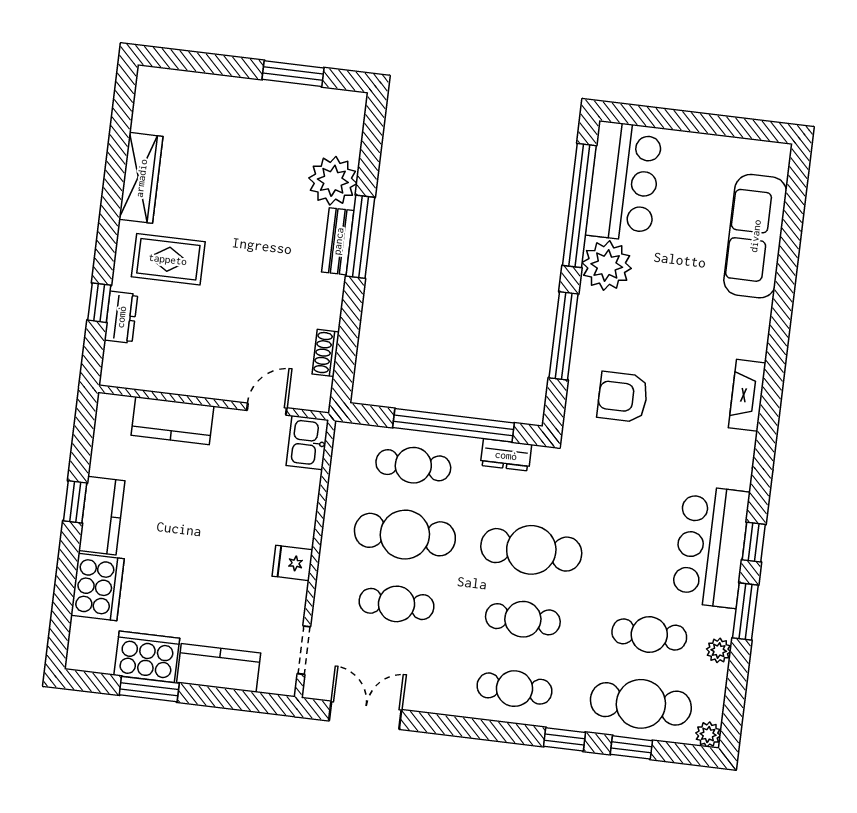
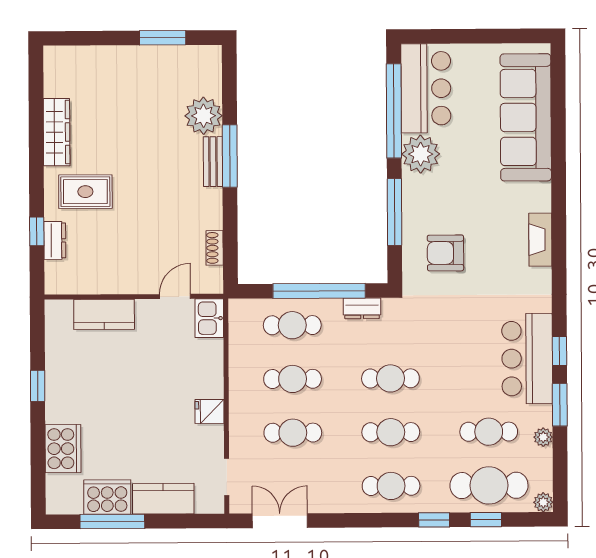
sofa: (755, 236) -> (526, 117), width x1.36, depth x1.27
kitchen counter: (102, 516) -> (59, 394), removed
cafe table: (405, 535) -> (293, 379), width x0.73, depth x0.74
cafe table: (531, 550) -> (390, 378), width x0.73, depth x0.74
window: (149, 689) -> (112, 522), width x1.44

